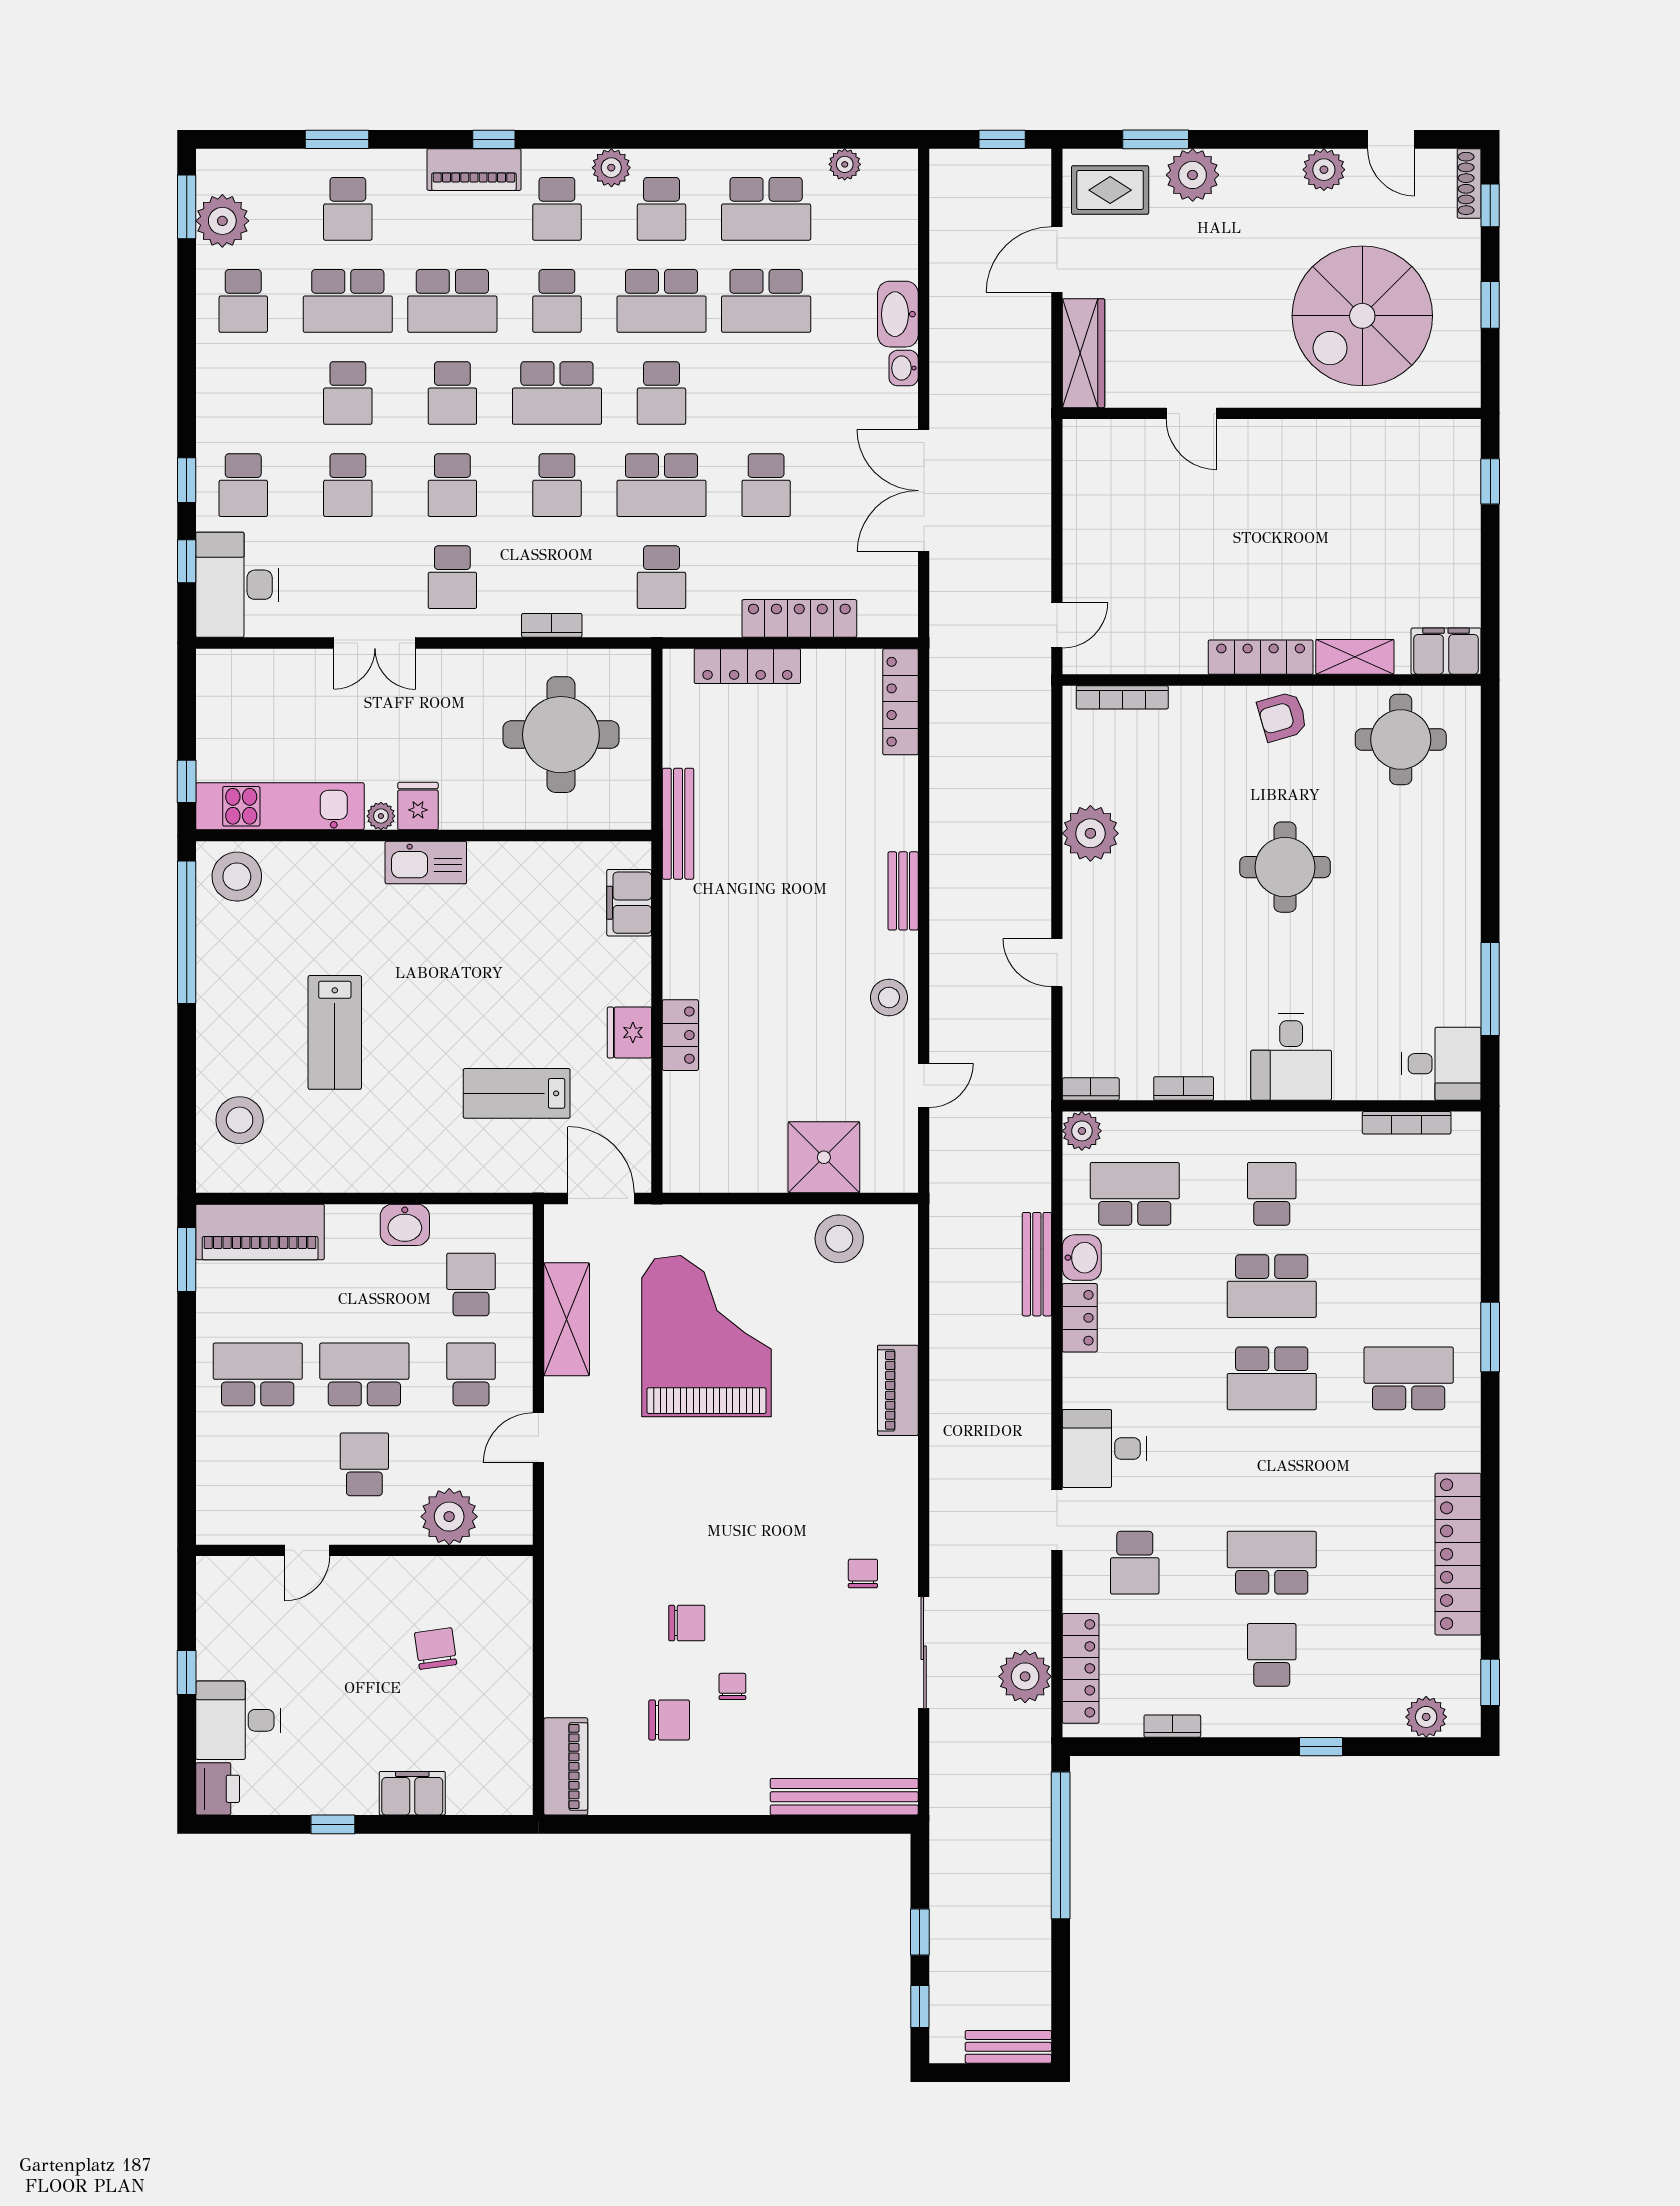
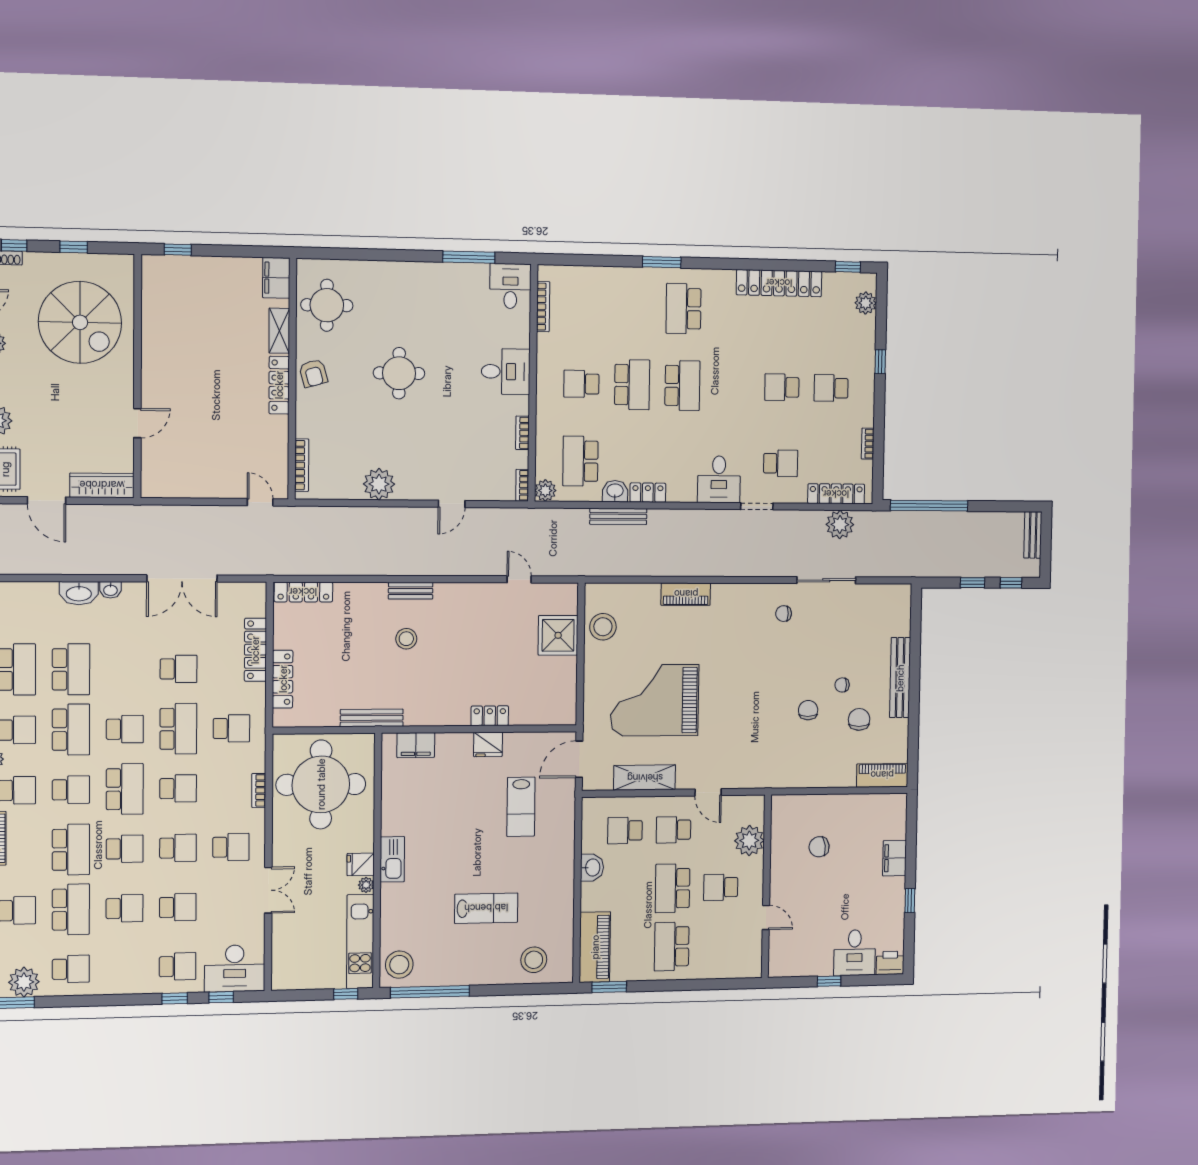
round table: (561, 735) -> (321, 784), width x1.36, depth x1.36
stool: (889, 997) -> (406, 639), moved
school desk: (1272, 1563) -> (782, 387), width x0.54
bench: (844, 1797) -> (900, 678), moved

